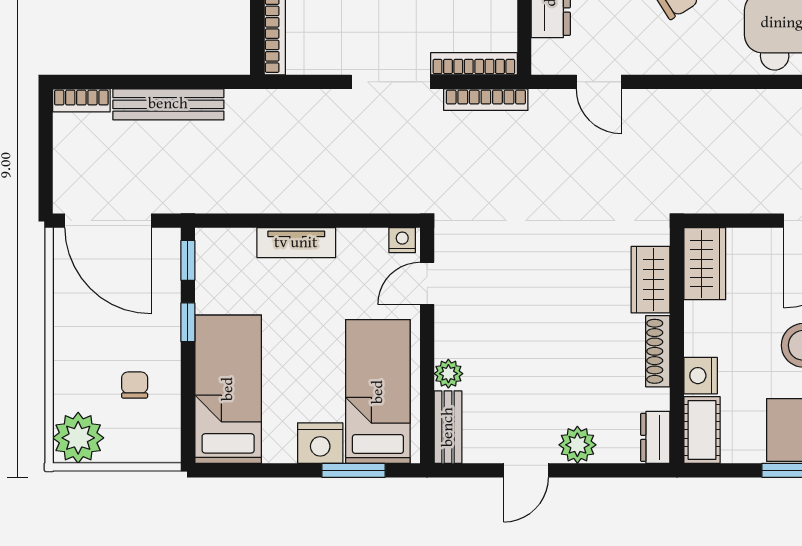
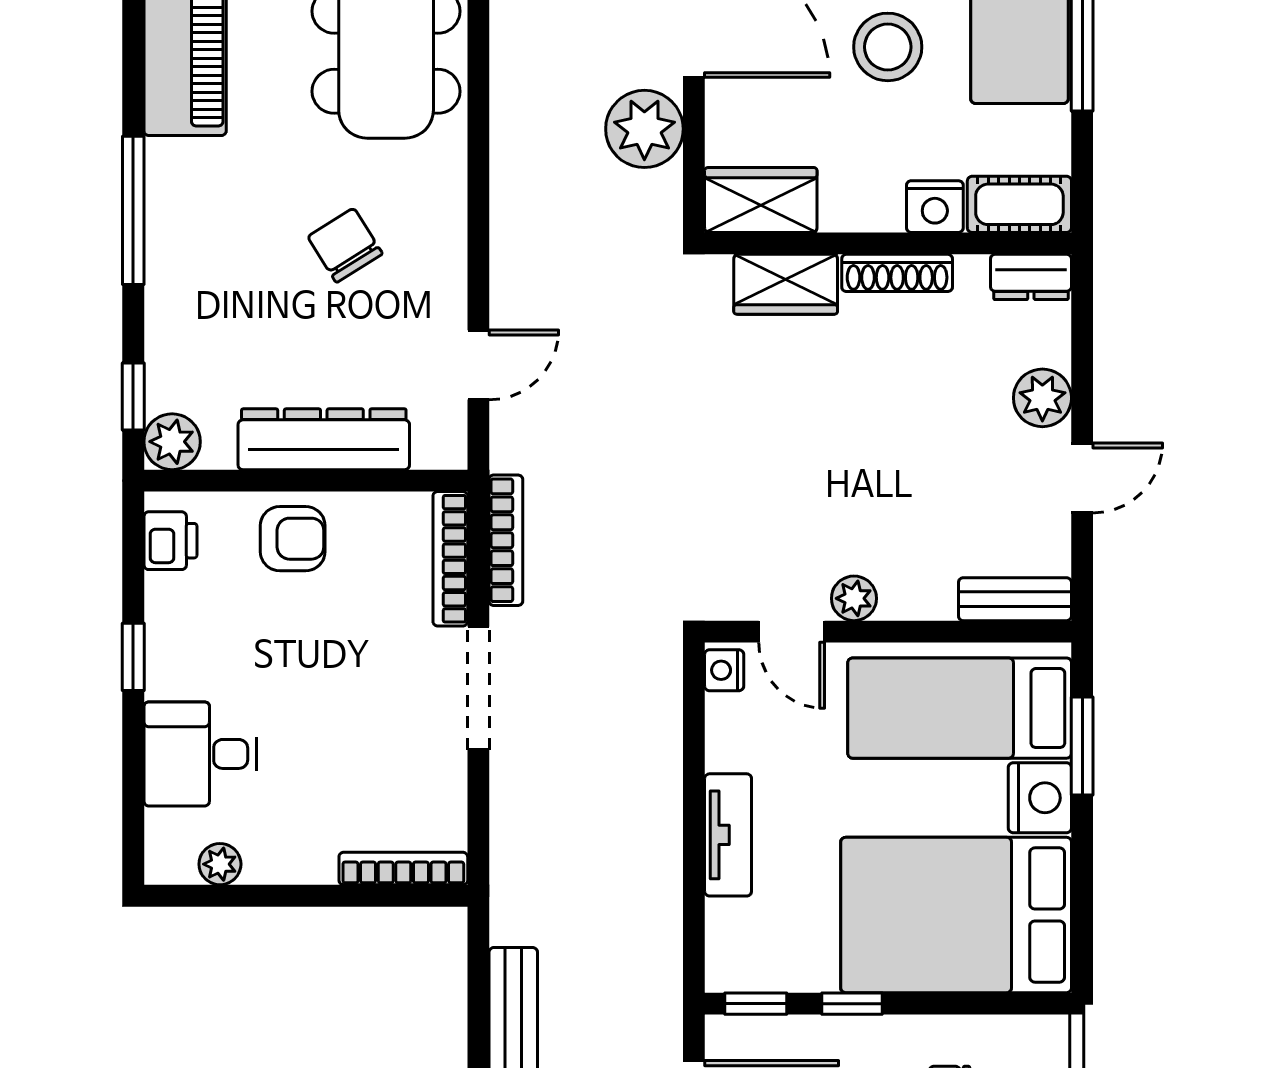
plant: (750, 189) -> (644, 129), added
plant: (448, 374) -> (854, 598), moved
bed: (228, 389) -> (956, 915), width x1.50
door: (526, 470) -> (1082, 478), hinge flipped

